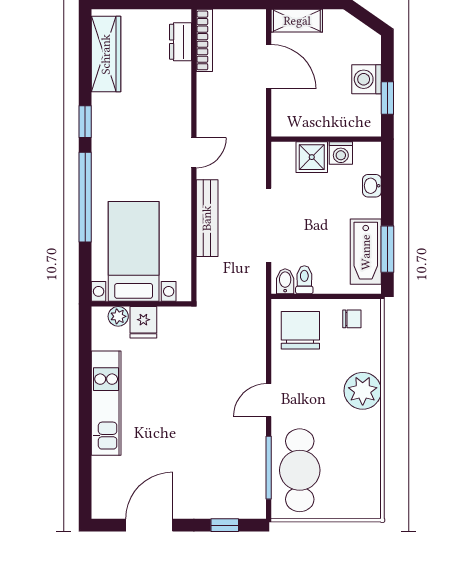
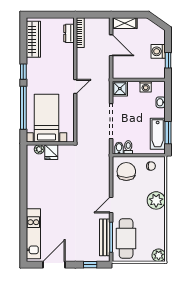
shower: (312, 157) -> (120, 89), moved
bench: (207, 218) -> (105, 237), moved
bed with nightstands: (134, 251) -> (46, 118), moved
wall: (141, 304) -> (50, 143), moved
plant: (118, 316) -> (39, 149), moved
fridge: (143, 322) -> (51, 152), moved
kitchen unit: (106, 403) -> (33, 234), moved
plant: (368, 505) -> (159, 255), added

